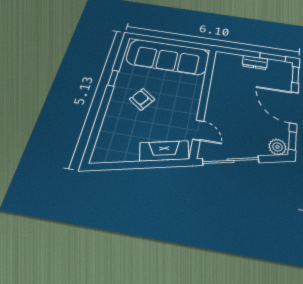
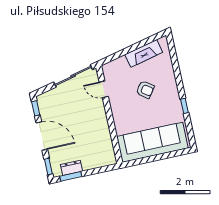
dresser: (255, 62) -> (72, 168), moved
armchair: (142, 99) -> (145, 90), moved
plant: (277, 147) -> (45, 99), removed
fireplace: (164, 151) -> (144, 53), moved

